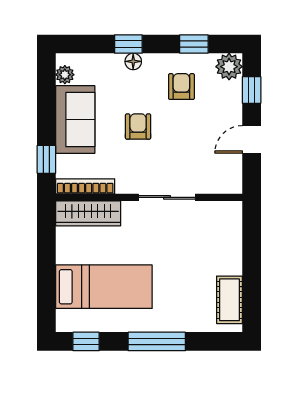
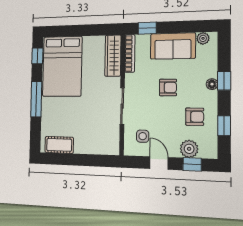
plant: (229, 67) -> (189, 149), moved
side table: (212, 165) -> (143, 136), added
bed: (104, 287) -> (62, 66), width x1.50

